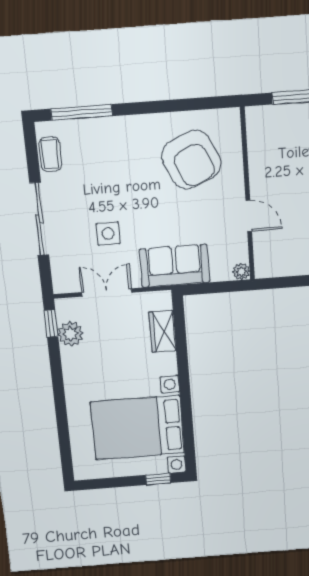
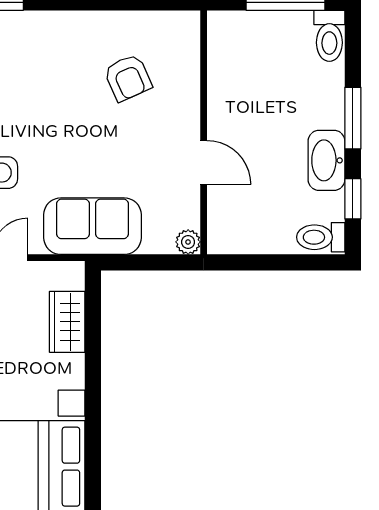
armchair: (191, 160) -> (128, 78), width x0.53, depth x0.53

